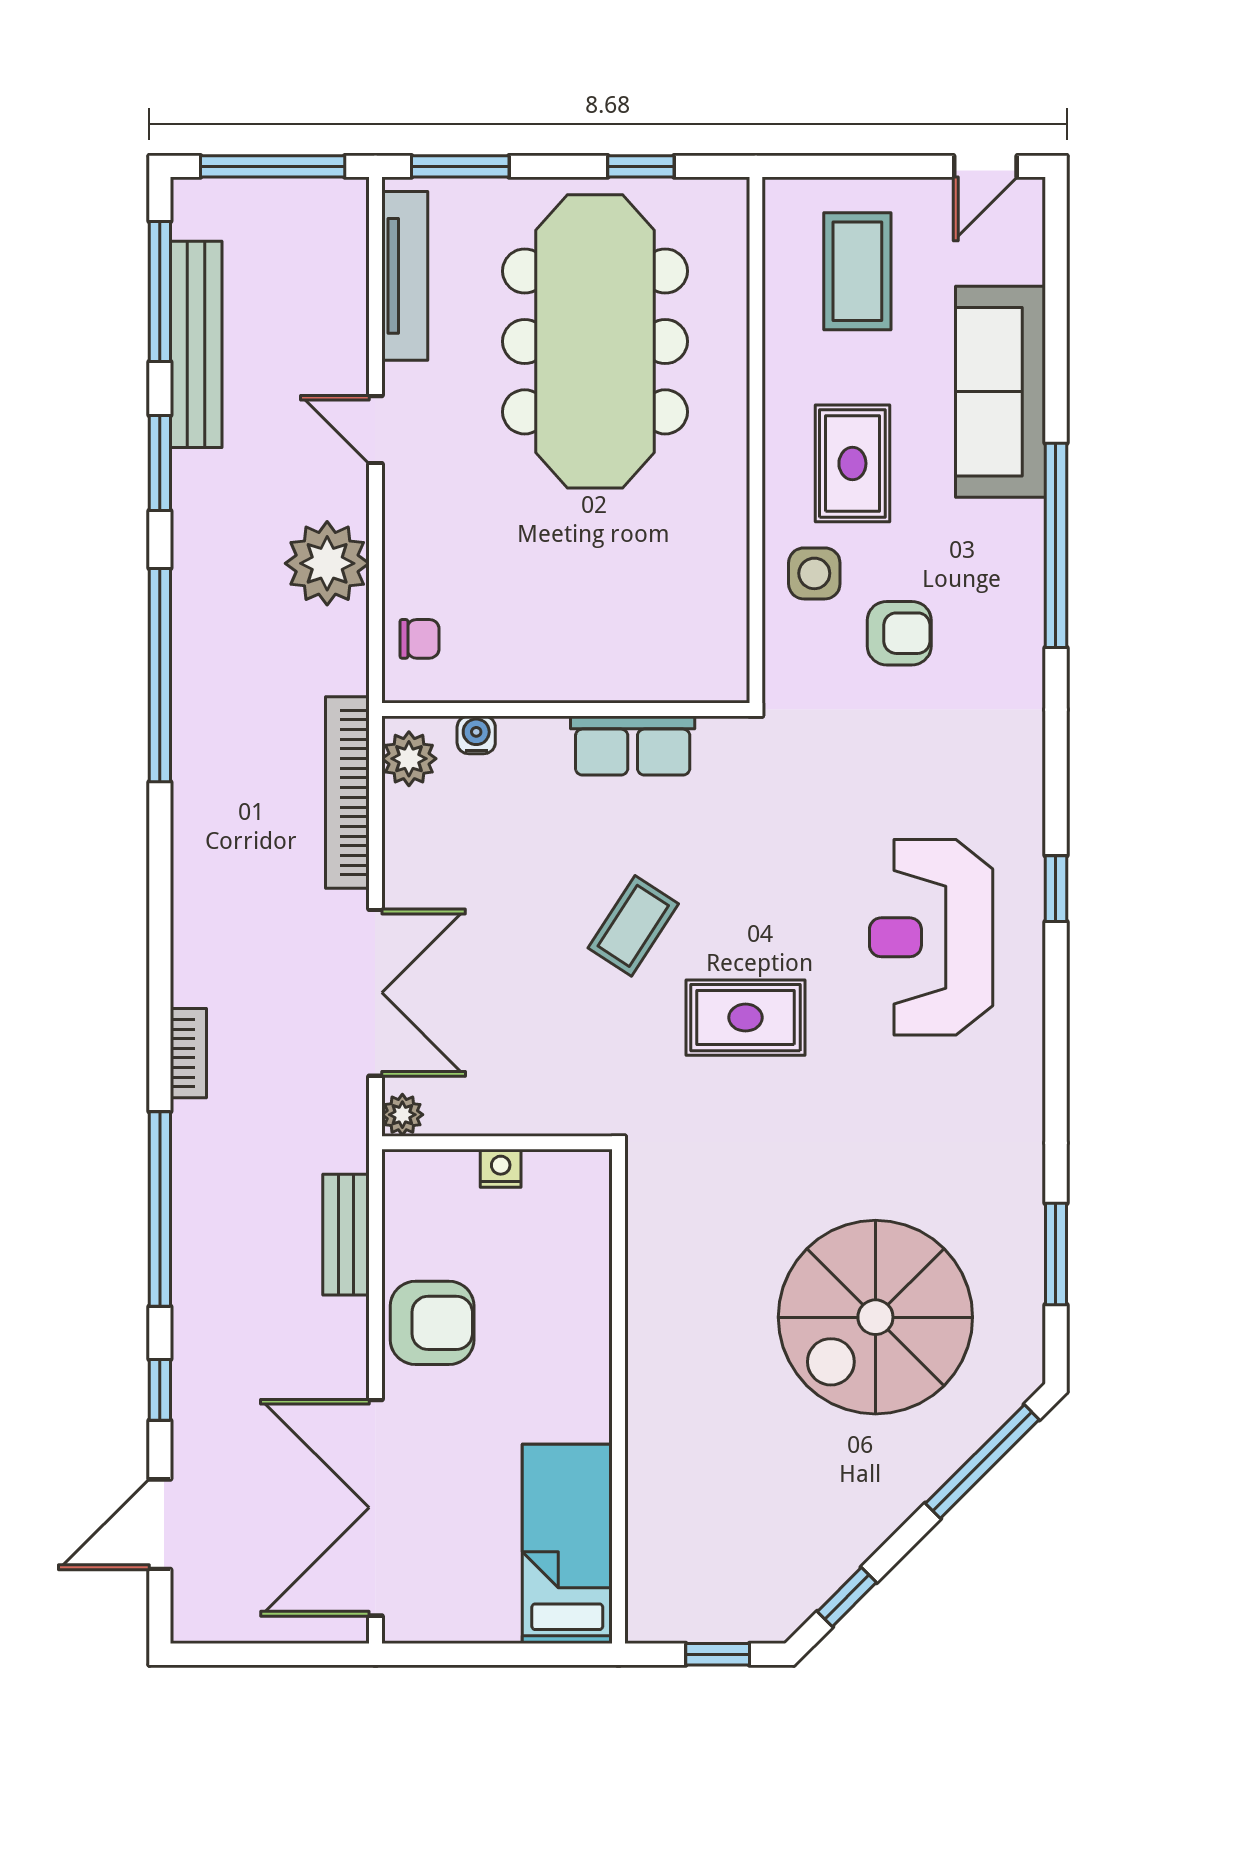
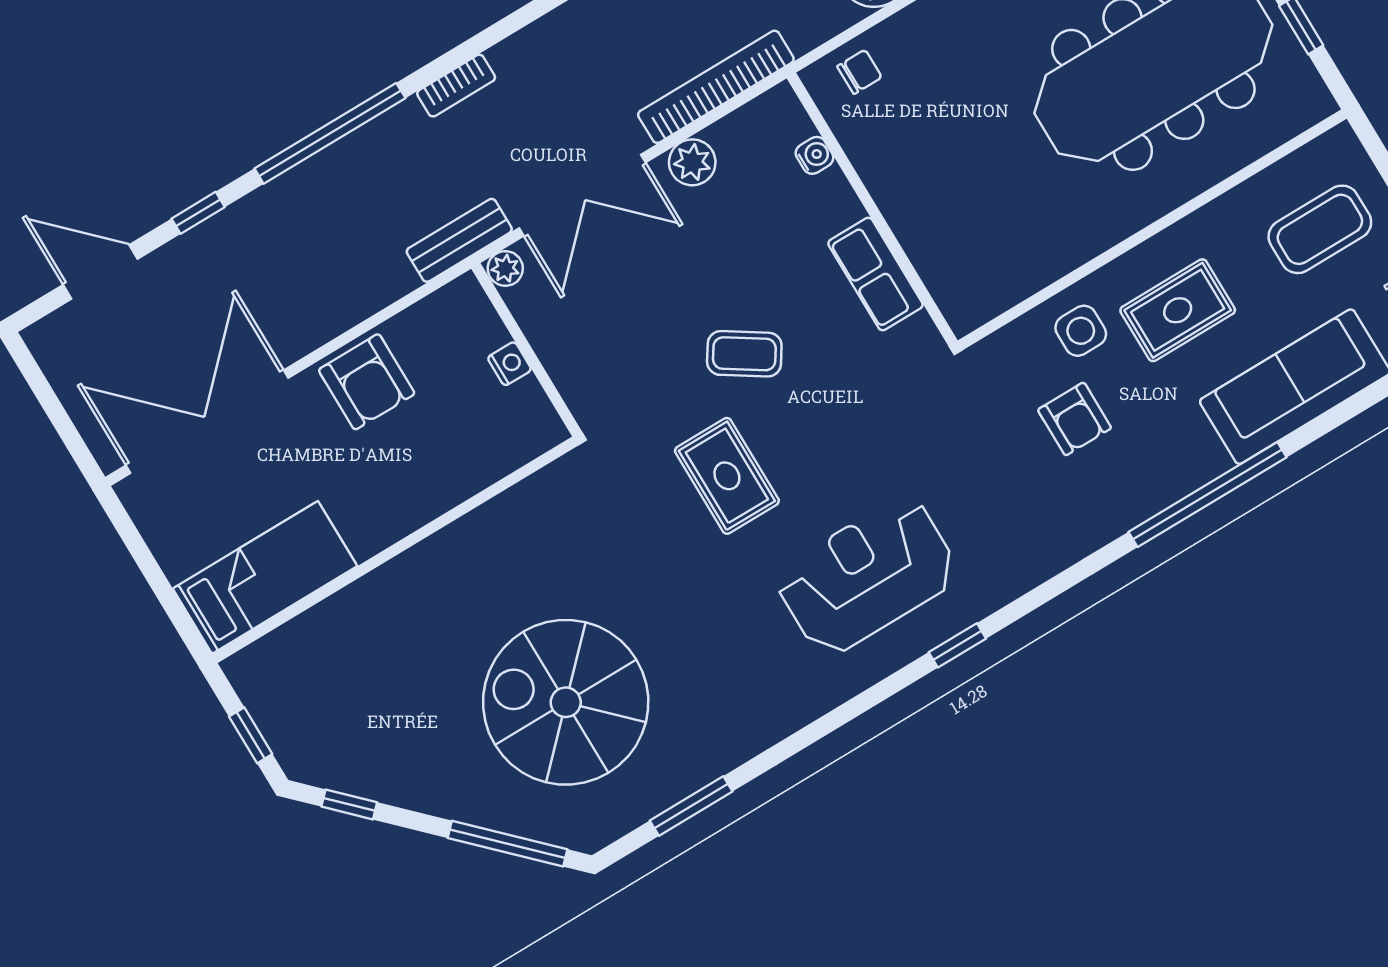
chair: (419, 639) -> (860, 72), turned -90
plant: (409, 759) -> (692, 162), moved
bench: (346, 1235) -> (459, 240), moved

